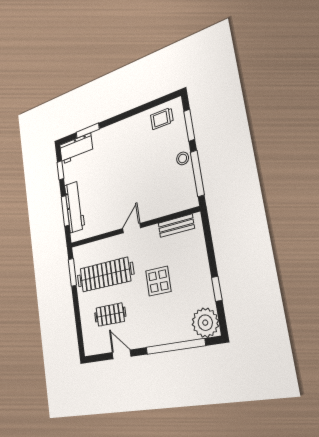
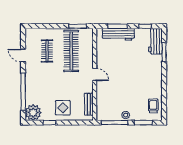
display table: (158, 281) -> (63, 108), moved
door: (122, 354) -> (23, 55), swing flipped

